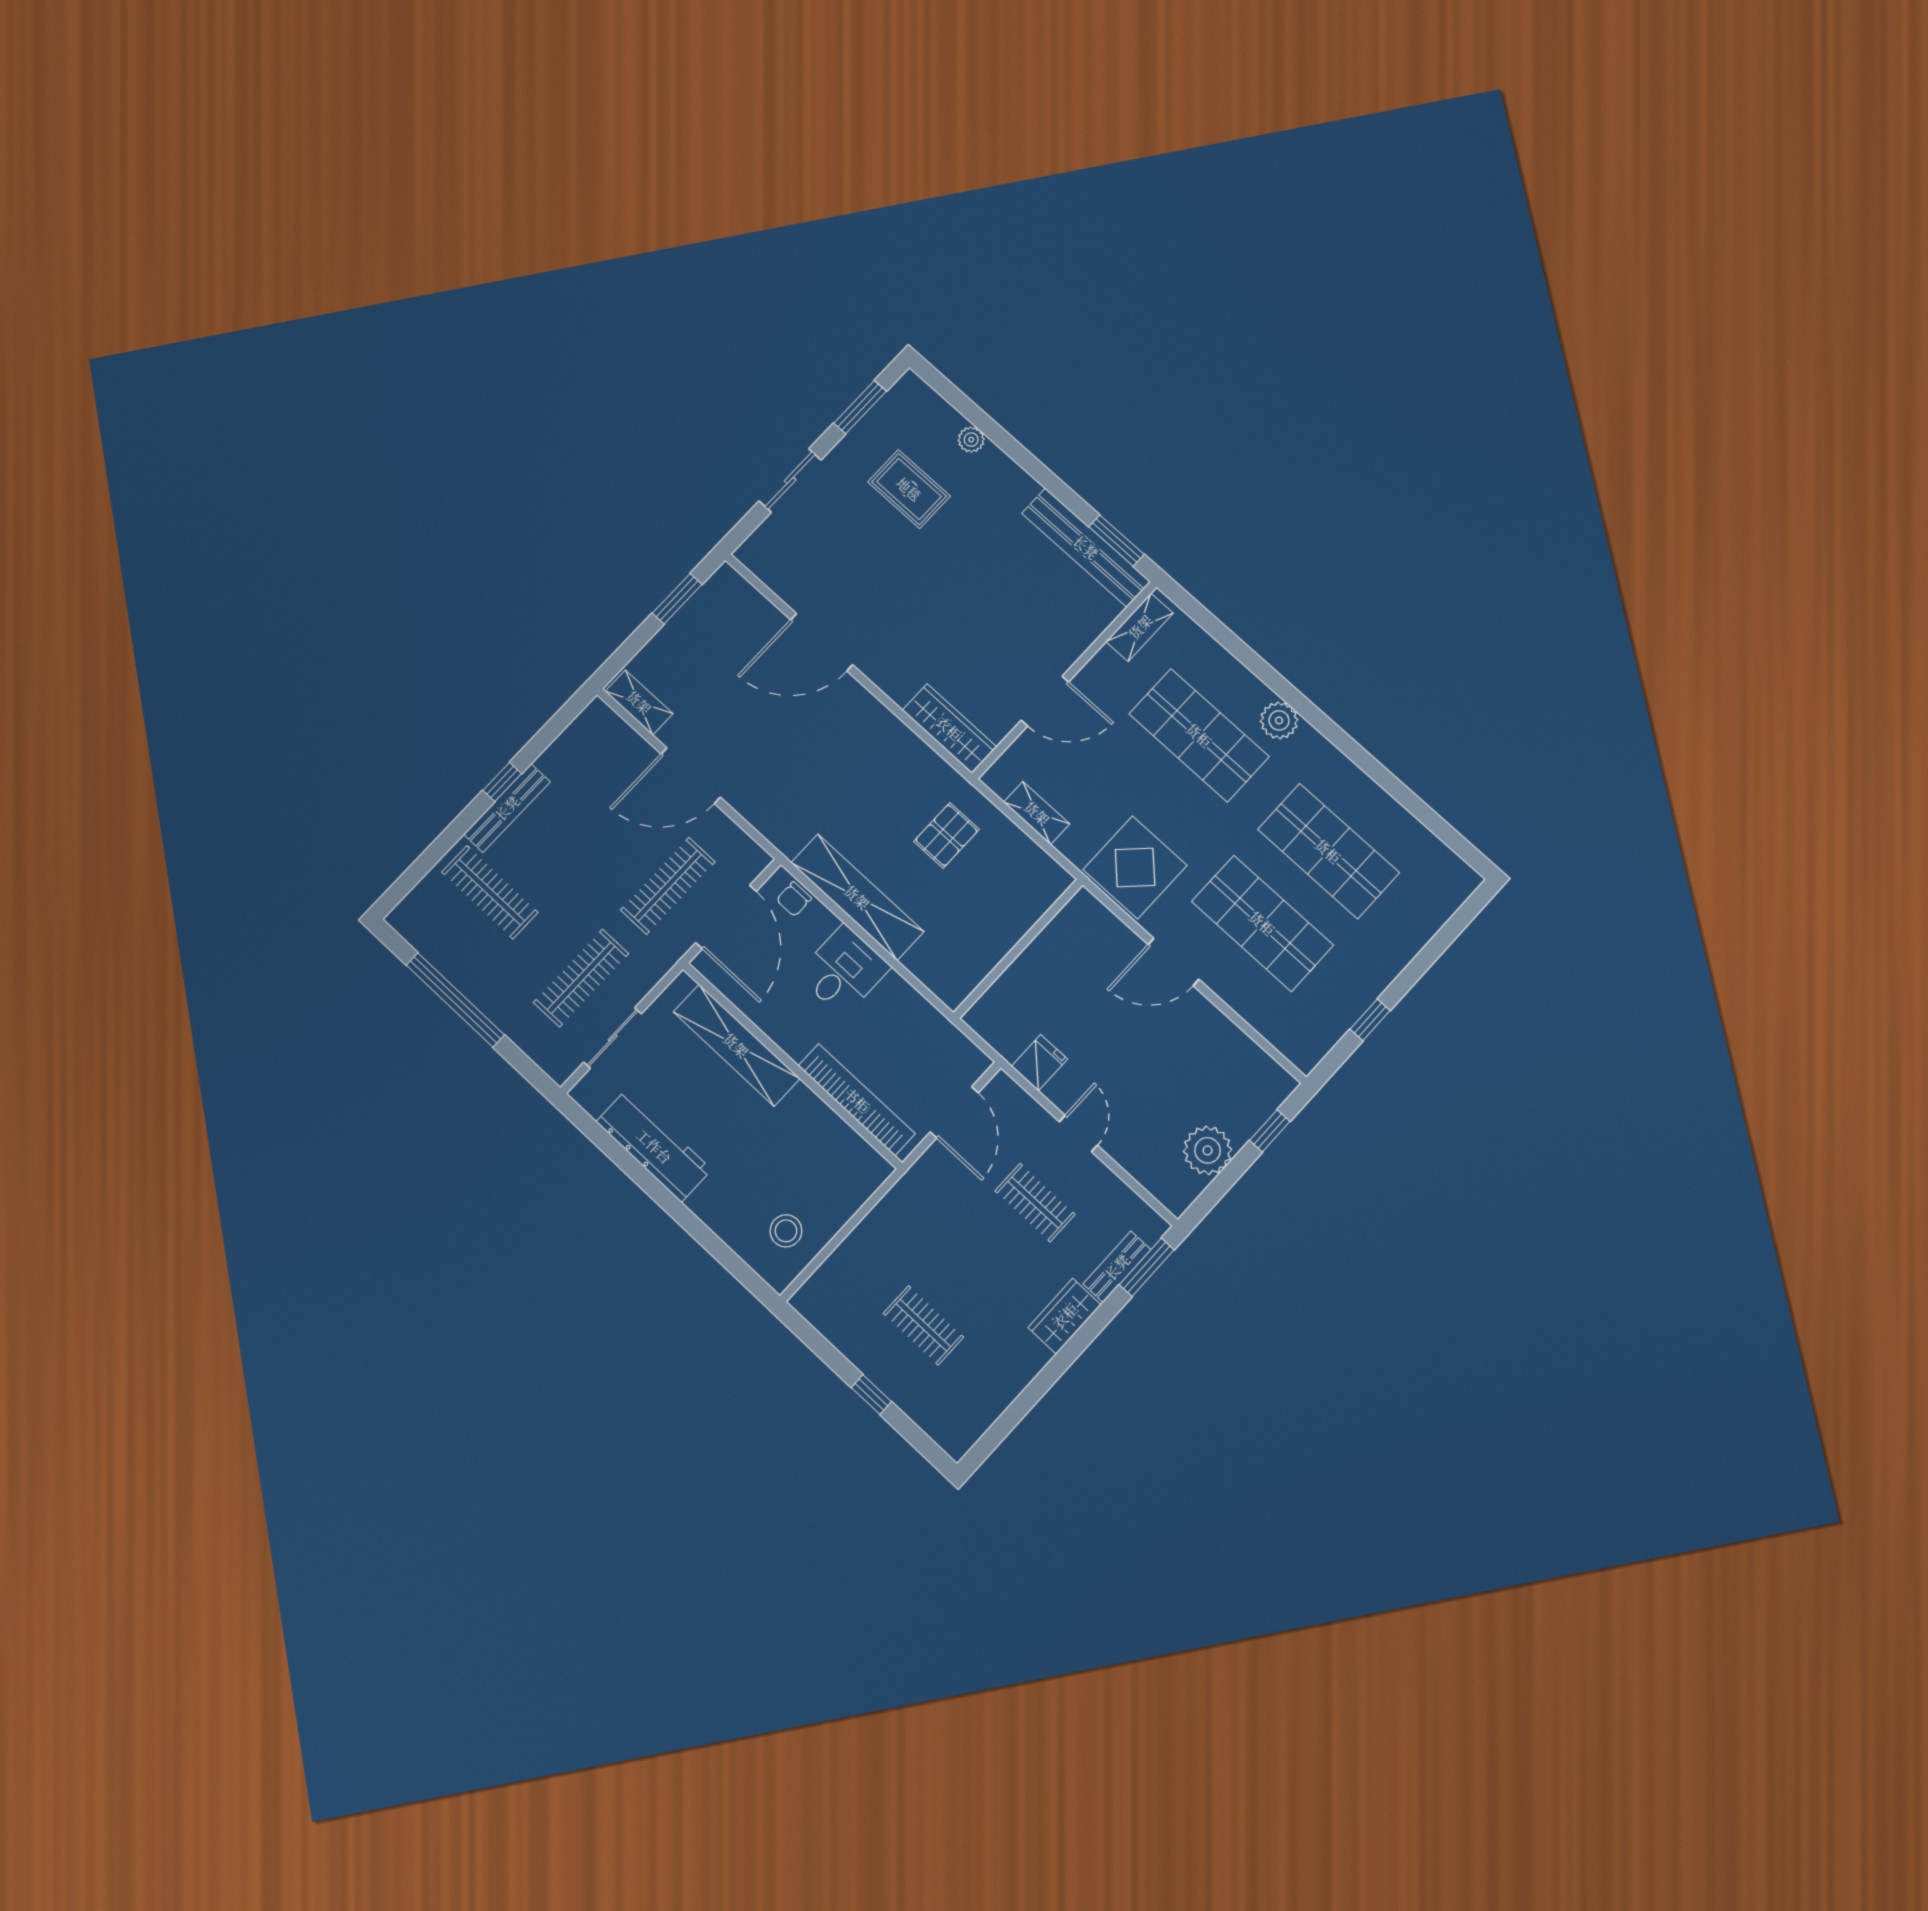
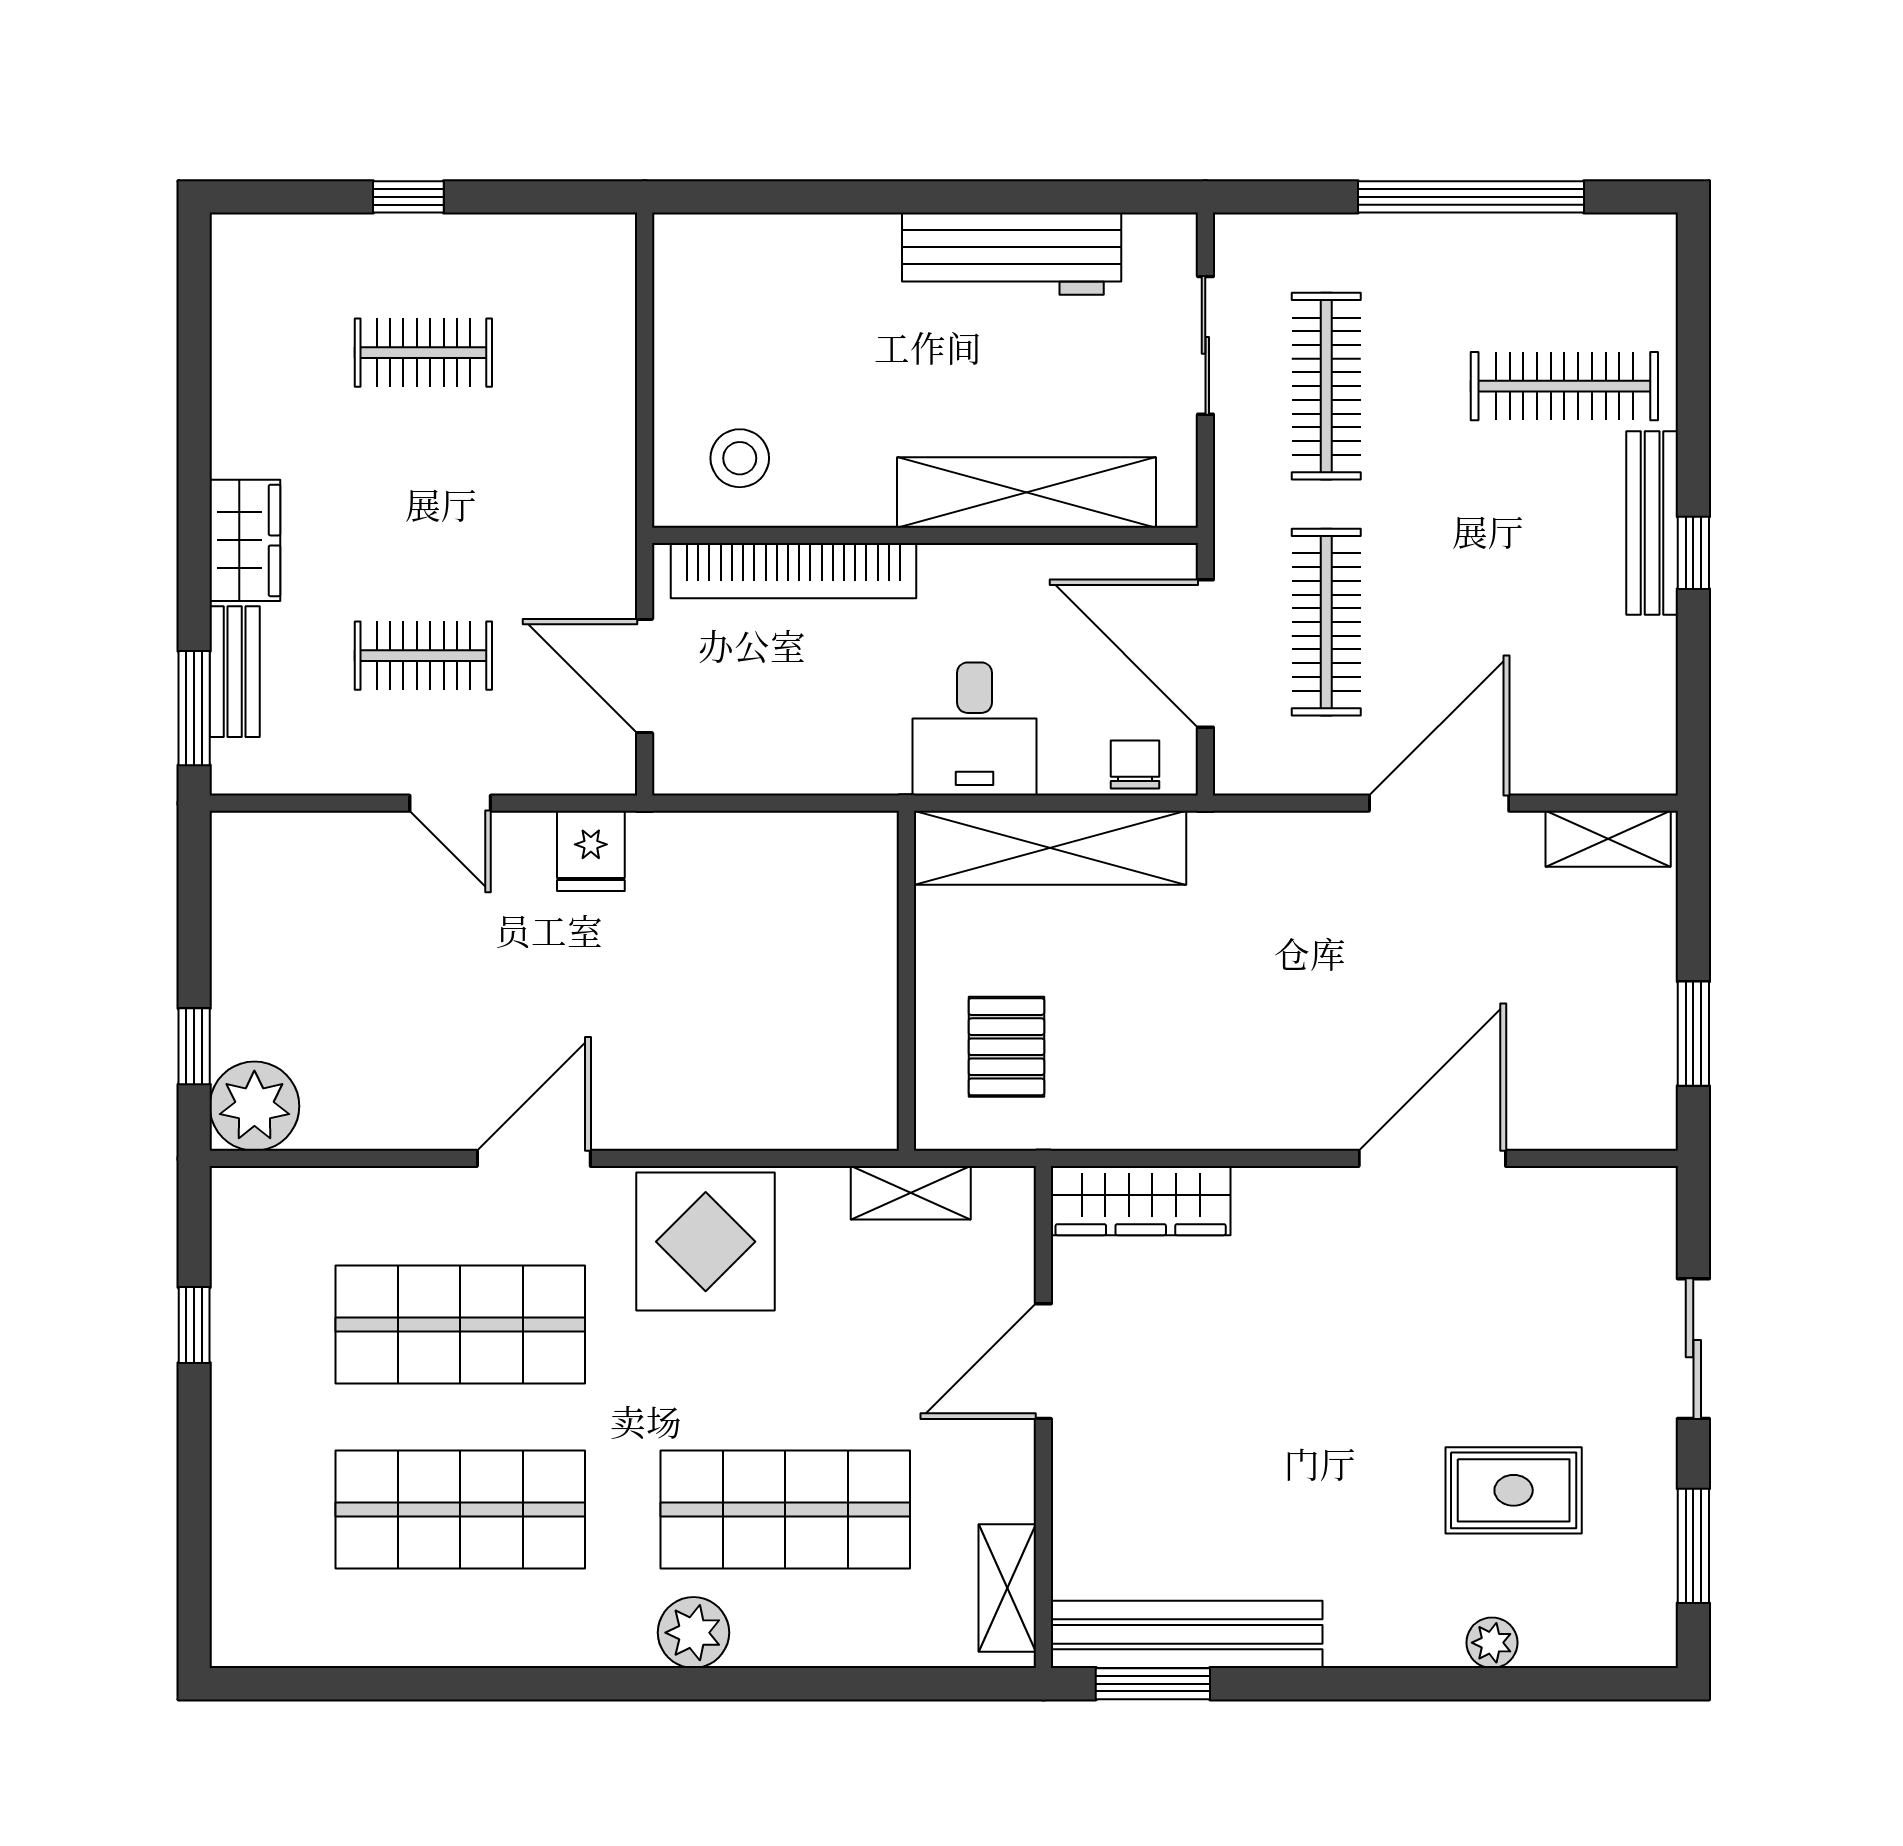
wall: (1018, 949) -> (906, 981), moved
plant: (1208, 1150) -> (254, 1106), moved
stool: (786, 1231) -> (740, 458), moved

